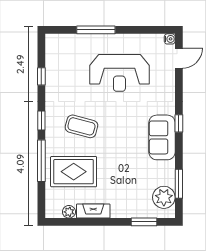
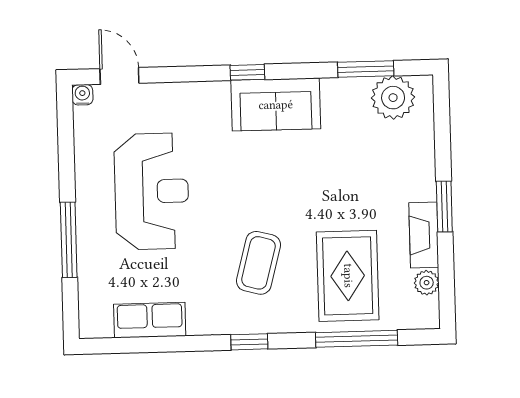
row of seats: (54, 70) -> (150, 320), added
window: (41, 76) -> (163, 344), removed
window: (41, 161) -> (357, 339), moved
window: (144, 222) -> (444, 207), moved

